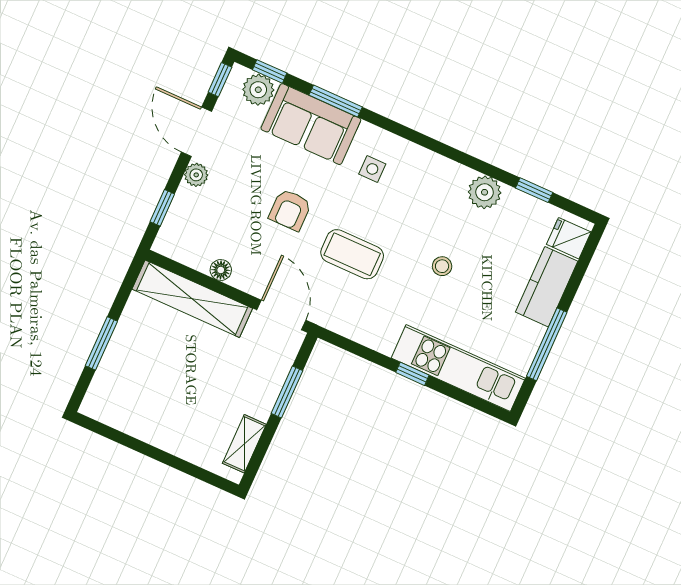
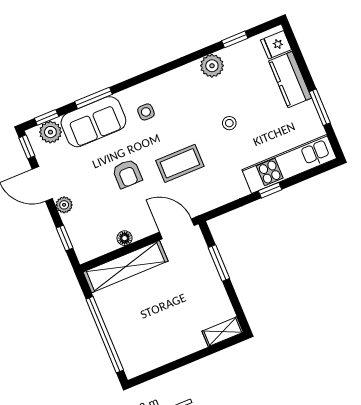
window: (101, 343) -> (105, 335), width x2.11
window: (547, 344) -> (320, 107), width x0.69
shelving: (244, 444) -> (223, 332), moved, turned 90

